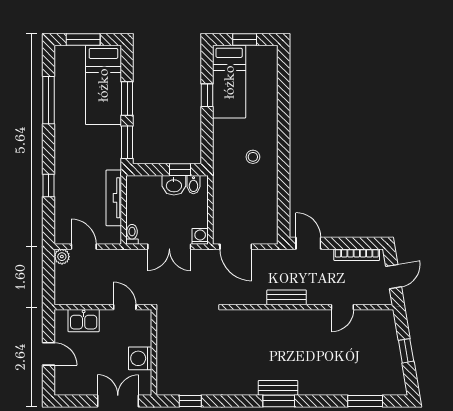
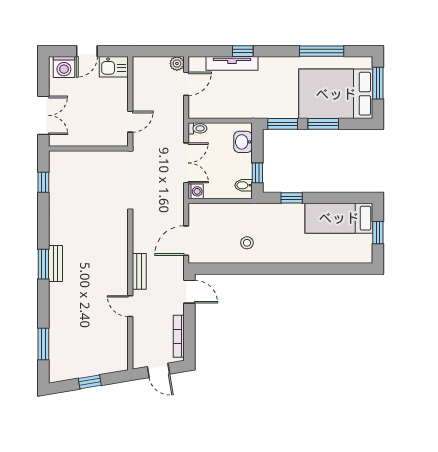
bed: (103, 85) -> (336, 94), width x1.50
window: (207, 95) -> (292, 198), moved
stool: (253, 157) -> (247, 243), moved
washbasin: (174, 185) -> (243, 142), moved
tv unit: (114, 198) -> (232, 63), moved, turned 180
door: (308, 243) -> (189, 292), hinge flipped
double door: (169, 247) -> (186, 163), swing flipped
door: (236, 247) -> (186, 241), moved
door: (342, 307) -> (130, 306), moved
kitchen sink: (84, 321) -> (114, 67), moved, turned -90
washing machine: (140, 358) -> (64, 67), moved, turned 180

